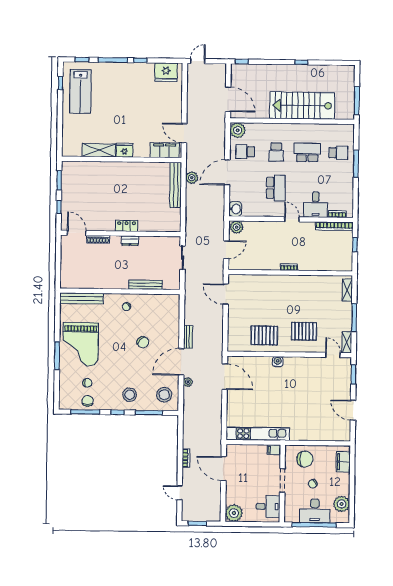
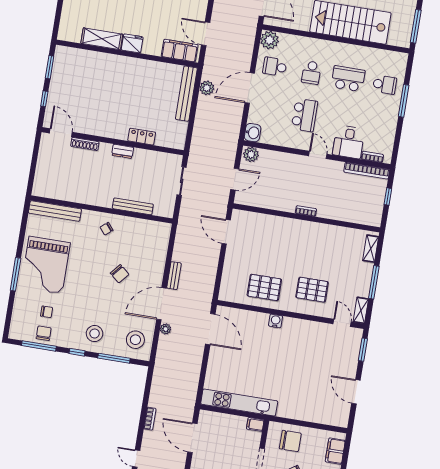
locker: (127, 226) -> (142, 137), moved

